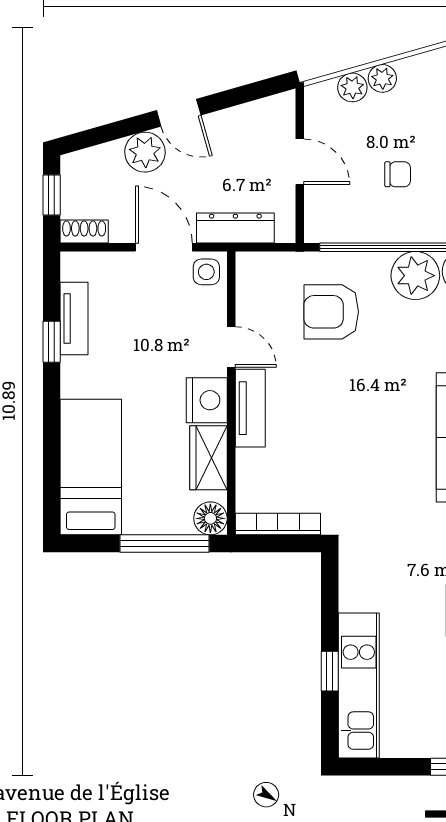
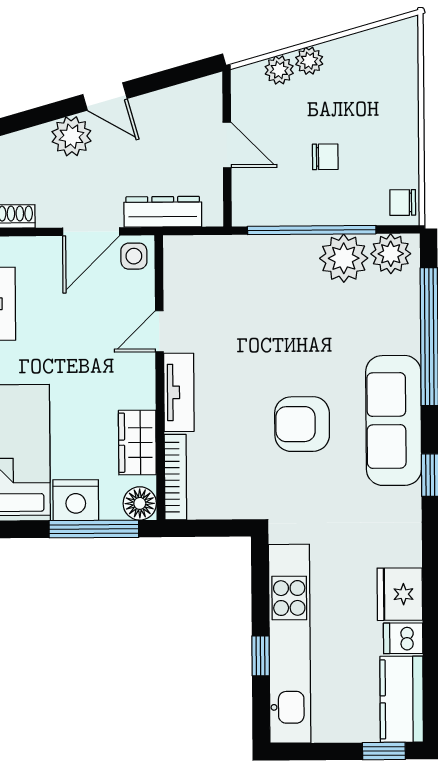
door: (164, 247) -> (91, 232), swing flipped
armchair: (331, 312) -> (302, 424), moved
door: (231, 347) -> (159, 331), swing flipped
nightstand: (207, 400) -> (76, 500), moved, turned 90
bookcase: (278, 524) -> (175, 477), moved, turned 90
kitchen unit: (359, 686) -> (290, 644), width x1.36

